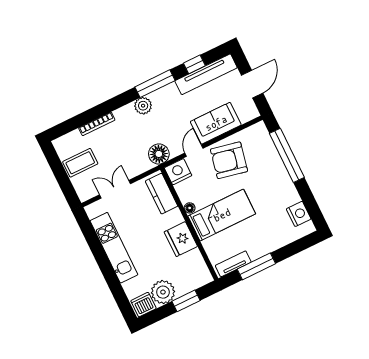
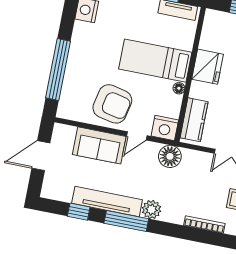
tv unit: (206, 74) -> (107, 201), moved

